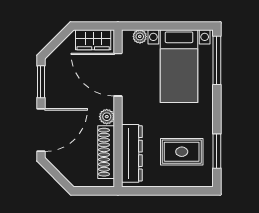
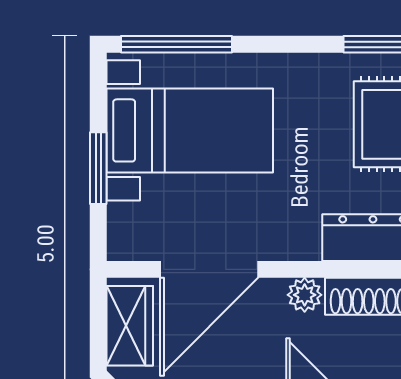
window: (162, 26) -> (98, 168), added
plant: (140, 36) -> (122, 220), removed

